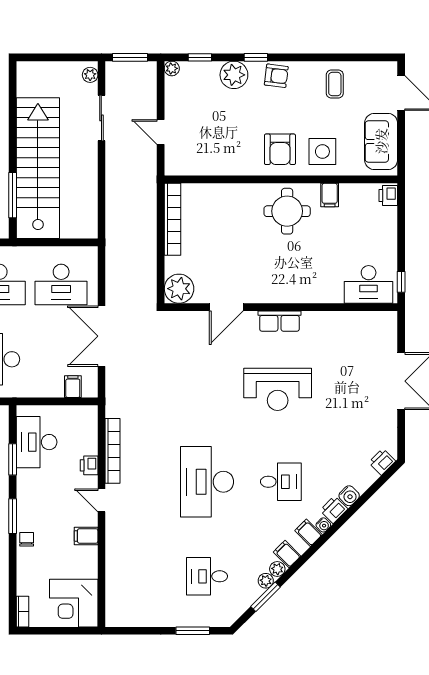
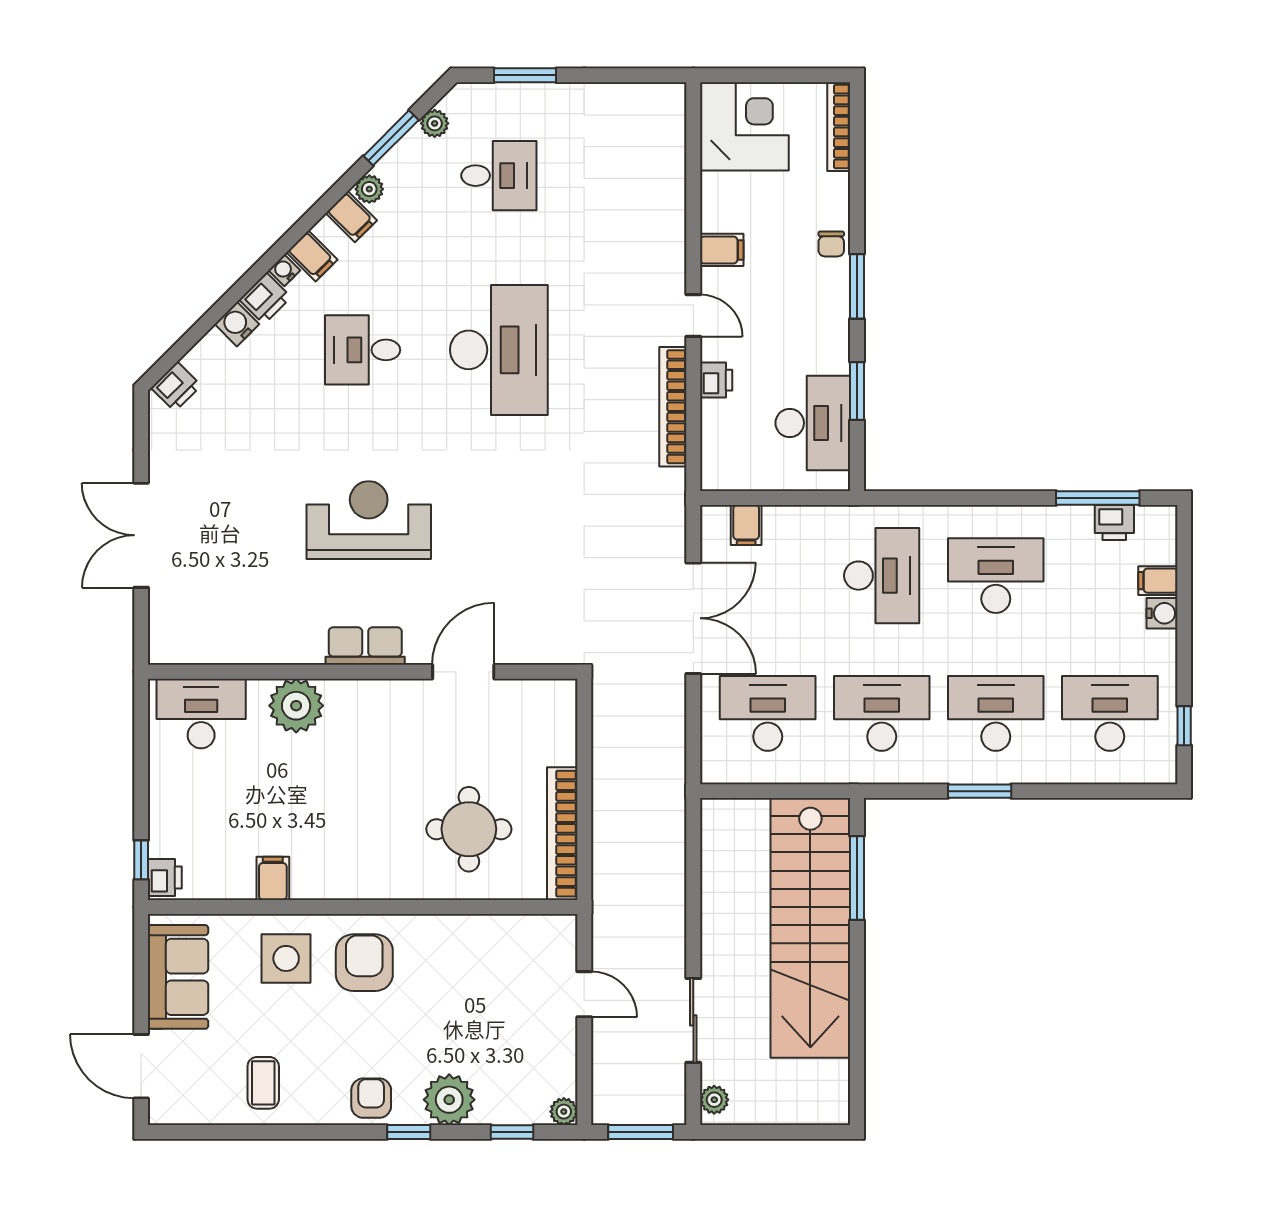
armchair: (276, 76) -> (371, 1098), turned 83
round table: (287, 211) -> (469, 829), moved
window: (401, 282) -> (141, 860), moved
plant: (179, 289) -> (296, 706), moved
plant: (266, 581) -> (435, 123), moved
bookcase: (23, 612) -> (839, 127), width x1.56

